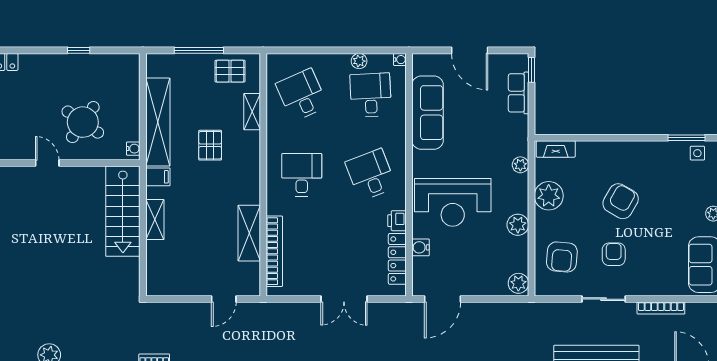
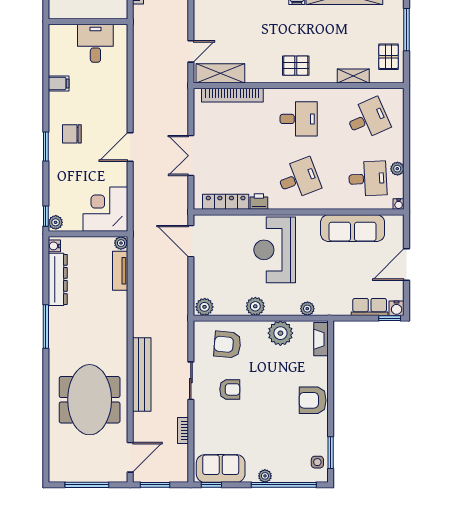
pallet: (210, 145) -> (296, 66), moved
armchair: (621, 201) -> (313, 400), moved, turned 150
shelving: (249, 233) -> (220, 73), moved
water cooler: (421, 247) -> (397, 308), moved, turned 180
door: (224, 299) -> (191, 51), swing flipped
bookcase: (661, 308) -> (183, 431), width x0.64

